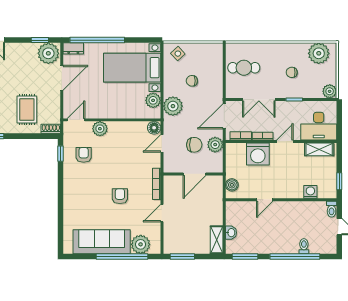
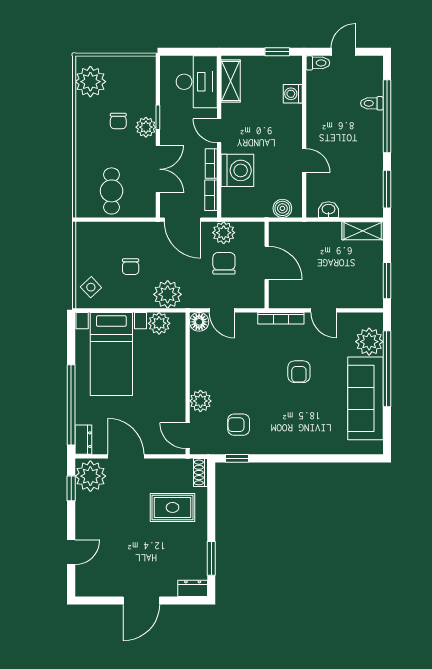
plant: (330, 91) -> (146, 127), moved
armchair: (120, 196) -> (299, 372), turned -90
washbasin: (231, 233) -> (329, 210), moved

